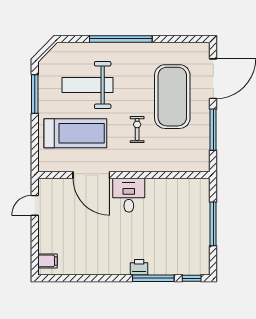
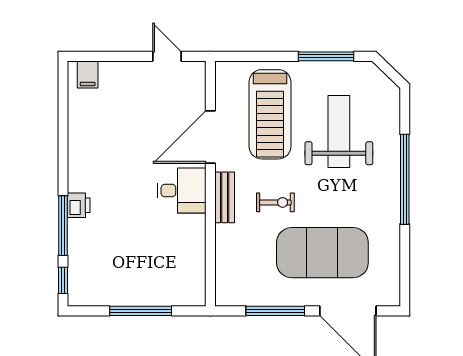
bench: (134, 165) -> (225, 197), added

